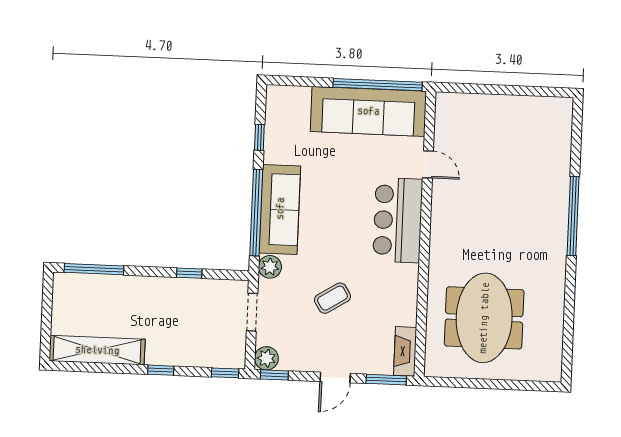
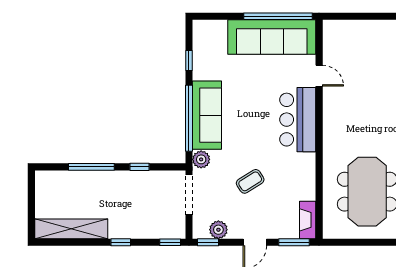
window: (94, 269) -> (91, 167), moved
doorway: (252, 312) -> (189, 195), width x1.38
plant: (266, 358) -> (218, 230), moved

